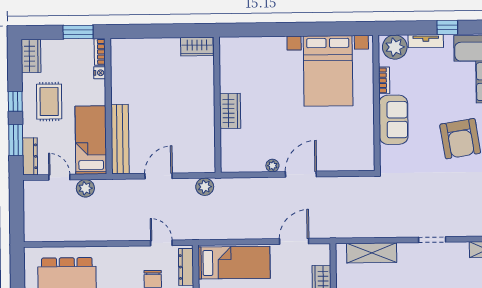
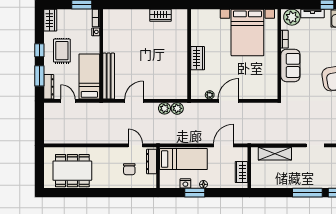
wall: (217, 105) -> (189, 54), moved
wardrobe: (230, 111) -> (198, 58), moved
plant: (85, 188) -> (177, 108), moved

